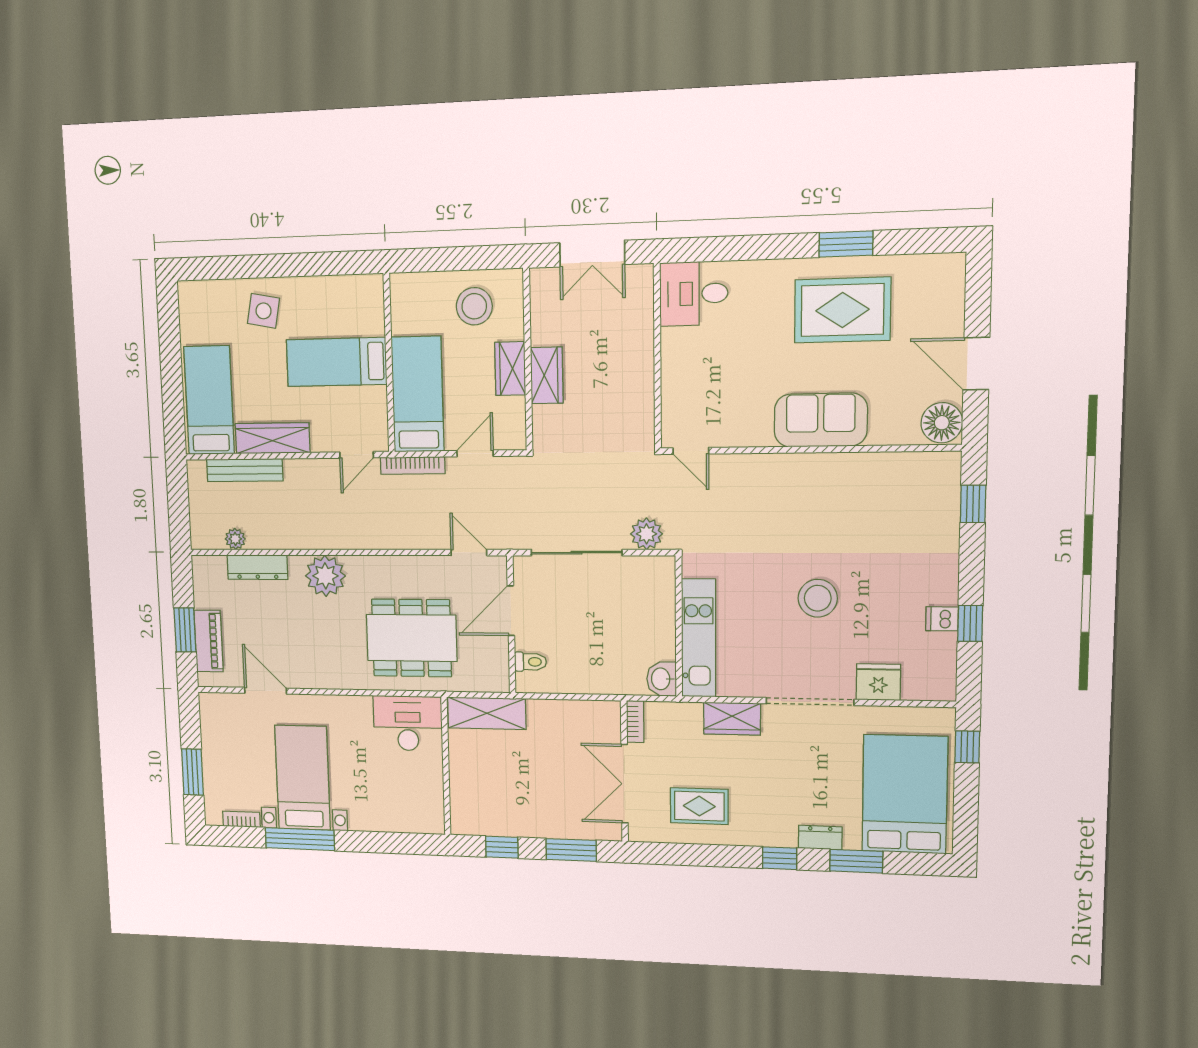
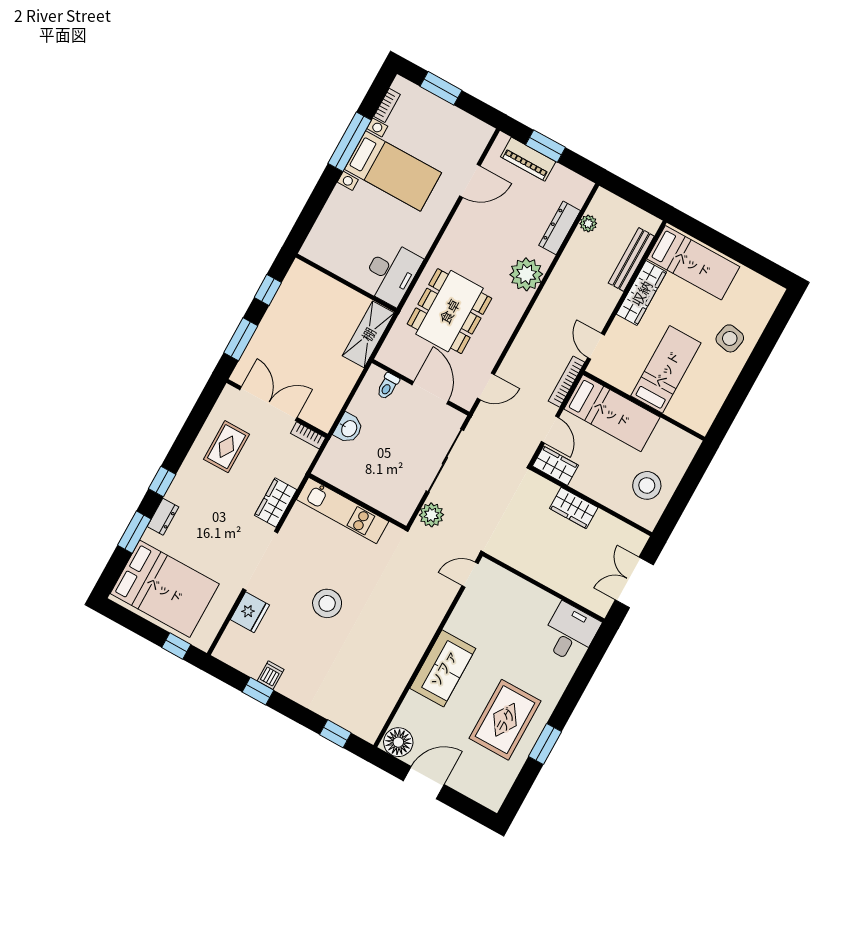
wardrobe: (510, 369) -> (555, 466), moved
washbasin: (661, 679) -> (349, 428), moved, turned 90

